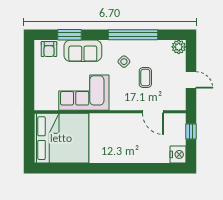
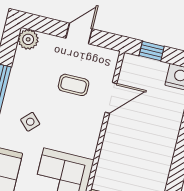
coffee table: (145, 77) -> (74, 85), moved

